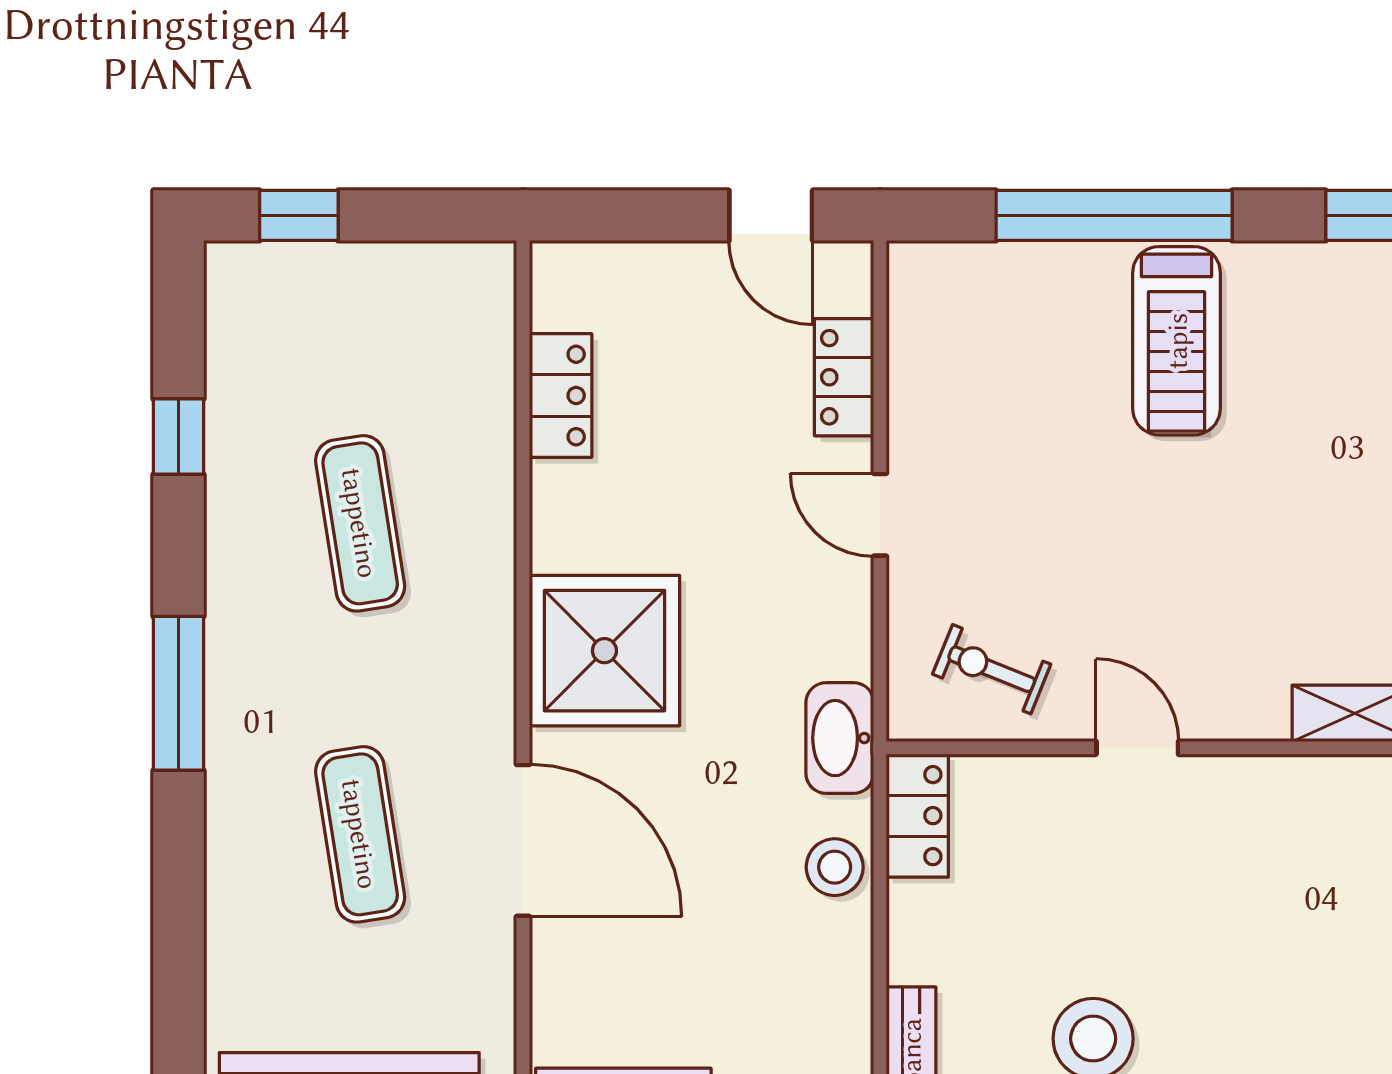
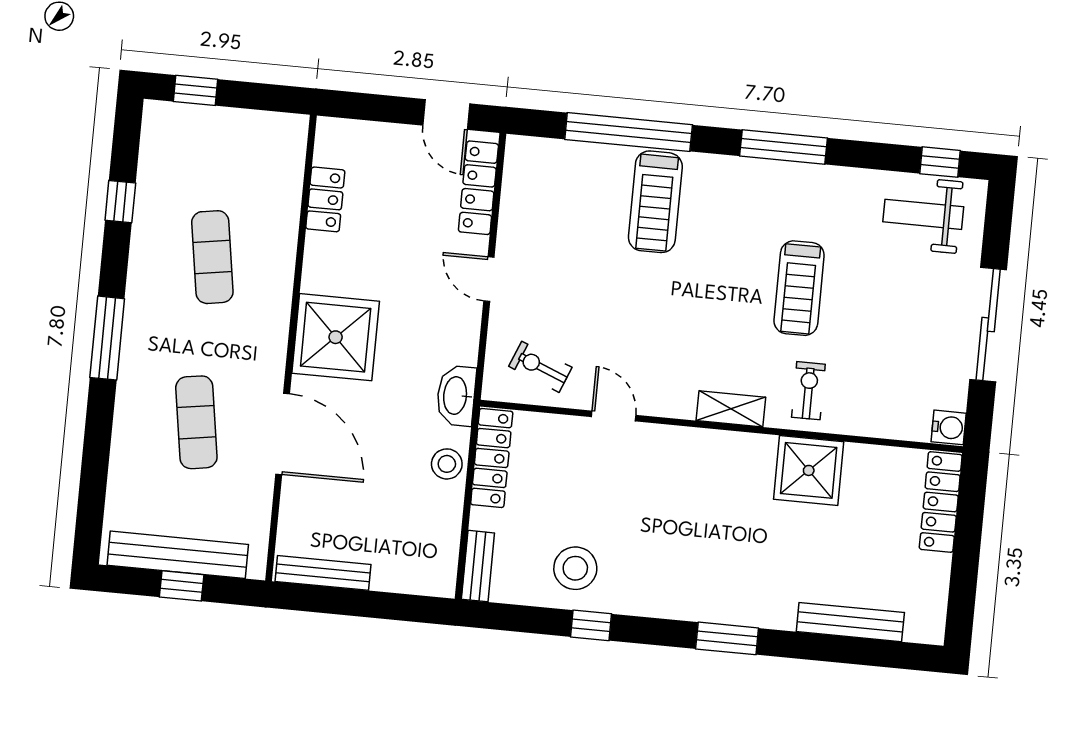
locker: (844, 377) -> (478, 188), width x1.53
locker: (917, 816) -> (492, 458), width x1.53

